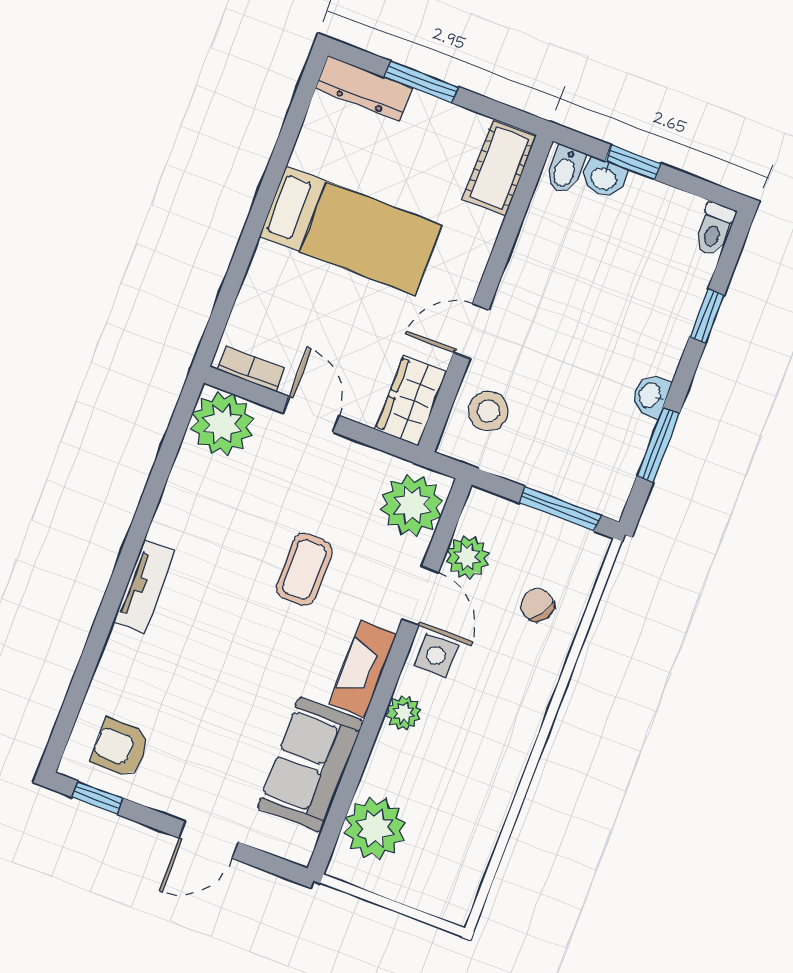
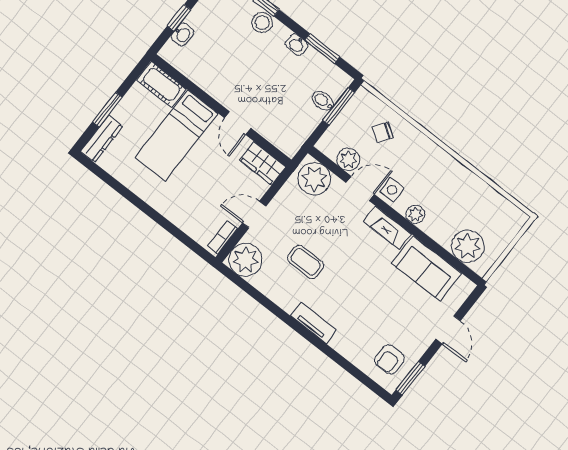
bidet: (565, 170) -> (323, 101), moved, turned 180
bed: (351, 231) -> (176, 135), moved, turned 180
stool: (488, 411) -> (262, 23), moved
coffee table: (304, 569) -> (306, 262), moved
window: (97, 798) -> (410, 378), width x1.50

